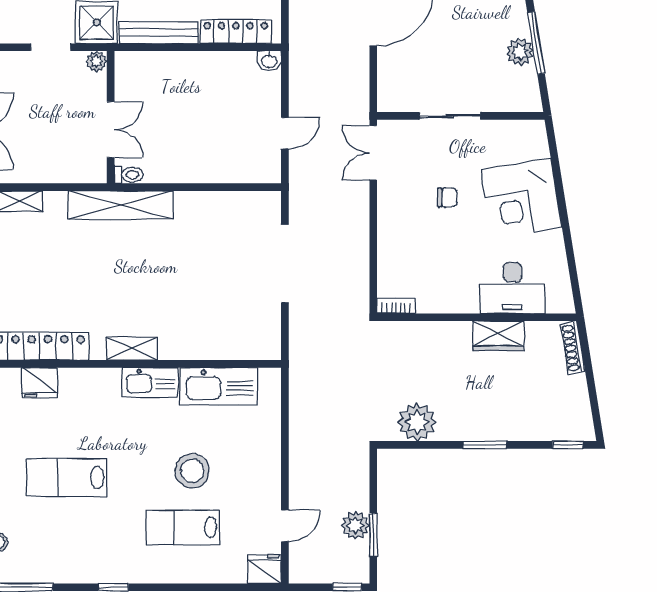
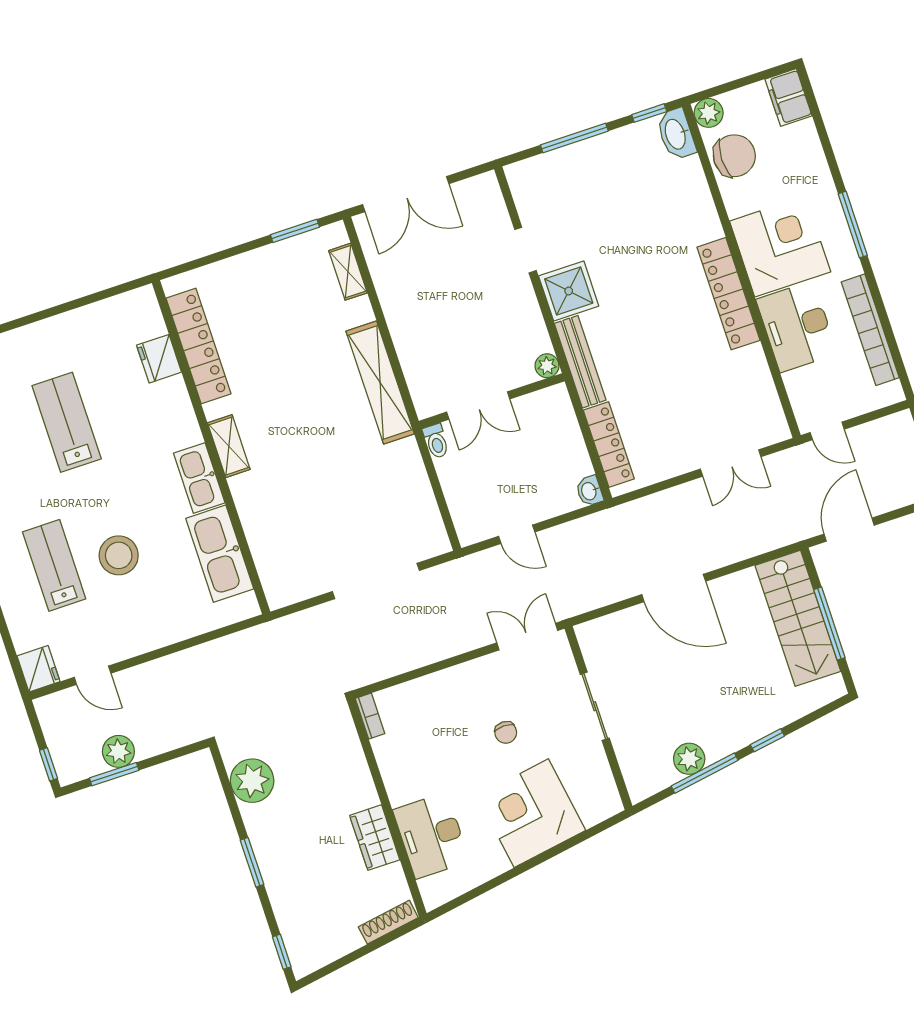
plant: (97, 61) -> (547, 366), moved
wall: (111, 117) -> (492, 401), moved
double door: (111, 130) -> (478, 406), moved
toilet: (129, 175) -> (436, 441), moved

